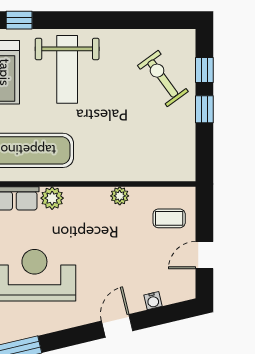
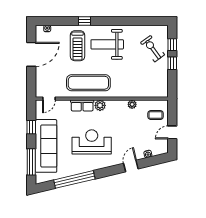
weight bench: (67, 69) -> (107, 44), turned 90

